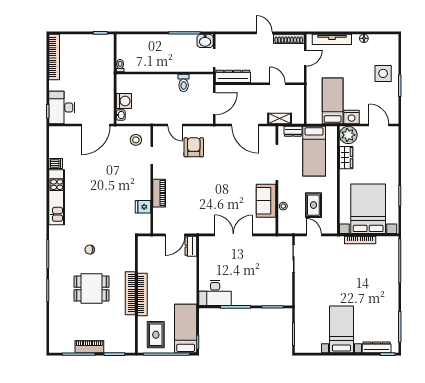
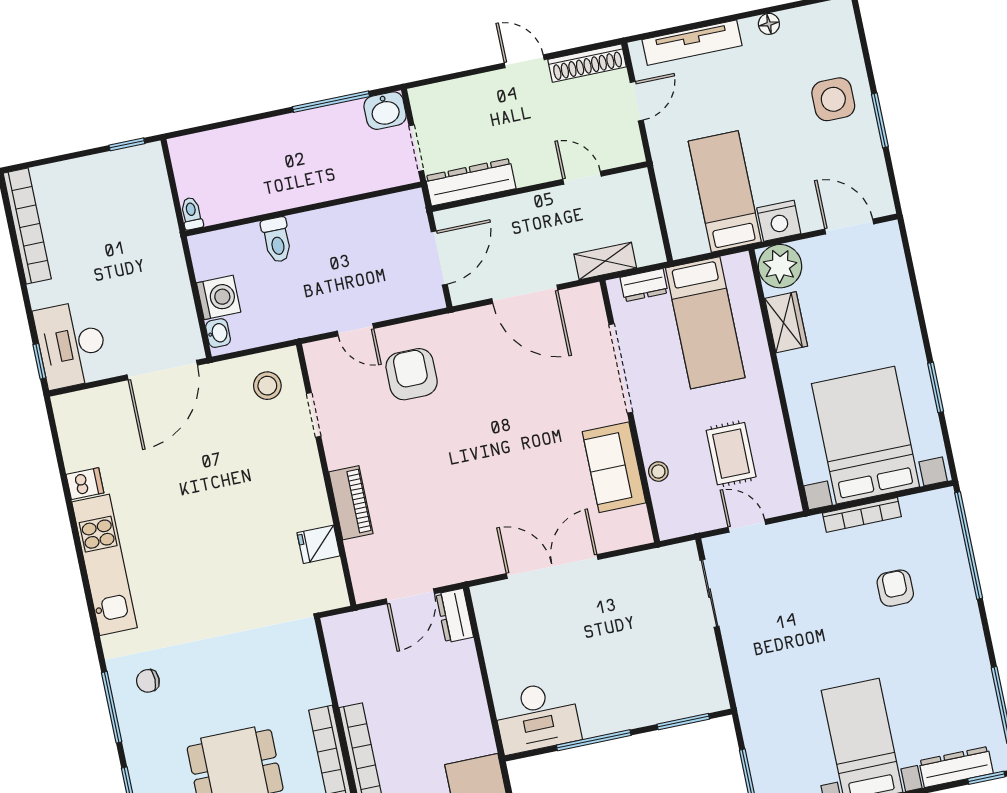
toilet: (184, 83) -> (277, 240), moved
chair: (90, 250) -> (148, 681), moved
armchair: (367, 272) -> (895, 588), added

